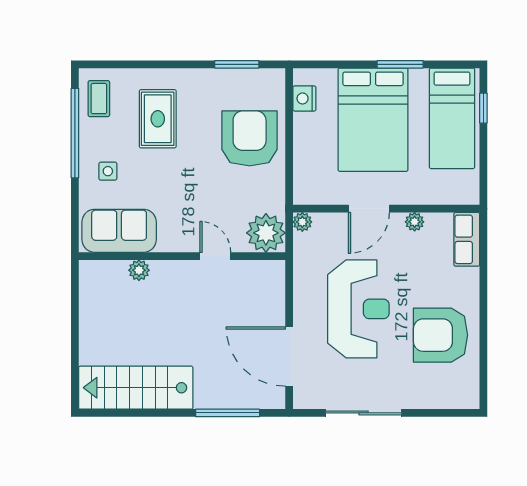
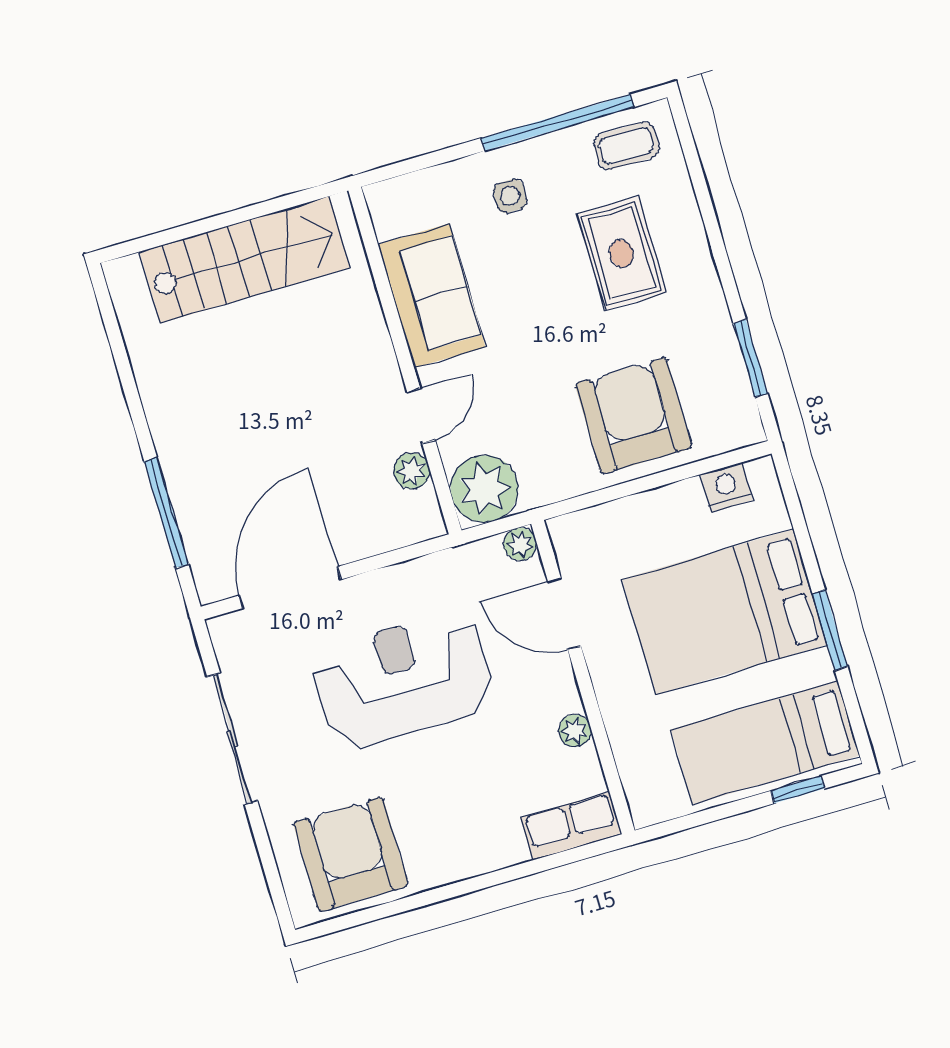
rug: (158, 119) -> (621, 253), turned 90
armchair: (250, 138) -> (634, 416), turned -90
door: (369, 209) -> (564, 614), moved
sofa: (119, 231) -> (432, 296), moved
plant: (139, 270) -> (412, 471), moved
reception desk: (358, 309) -> (403, 680), turned 180
armchair: (440, 335) -> (351, 854), moved
stairs: (136, 388) -> (245, 260), moved, turned 90

